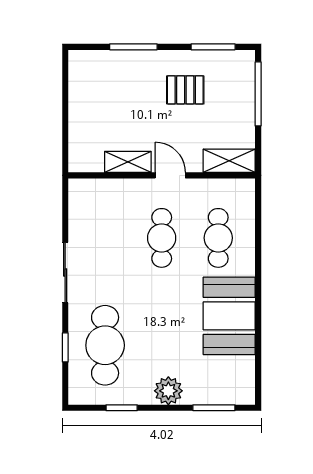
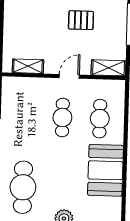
shelving: (128, 162) -> (28, 66), moved
door: (170, 175) -> (69, 76), hinge flipped

